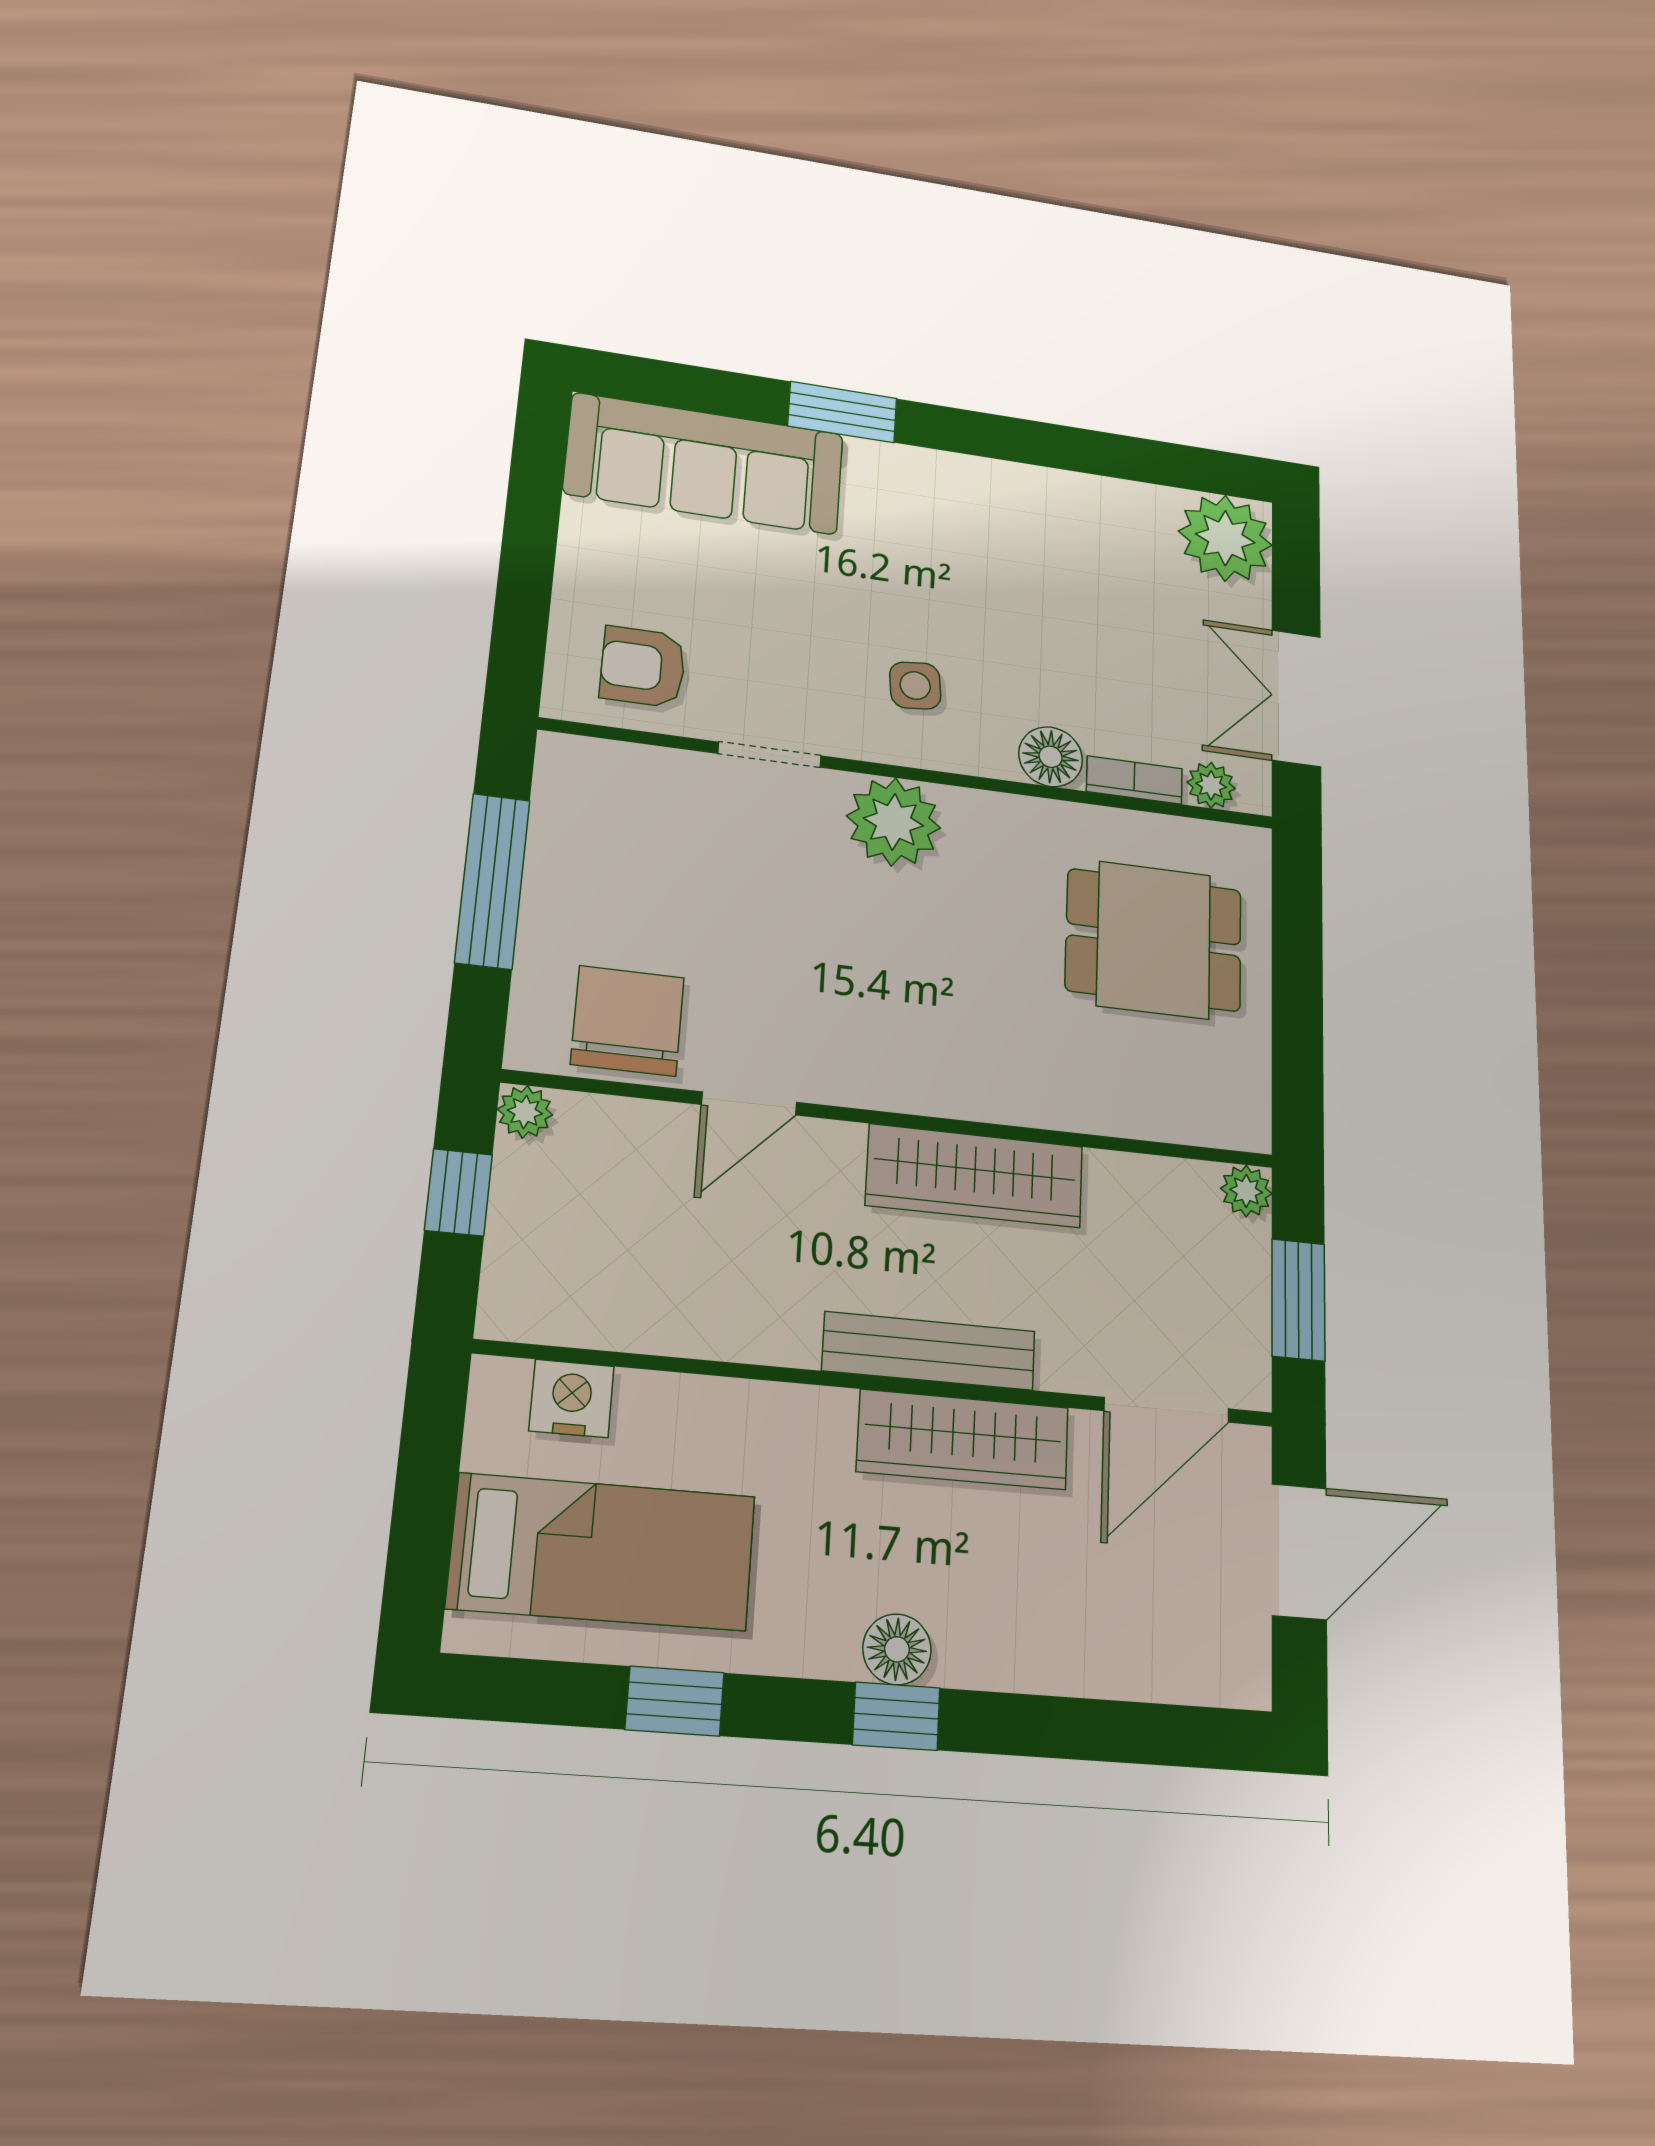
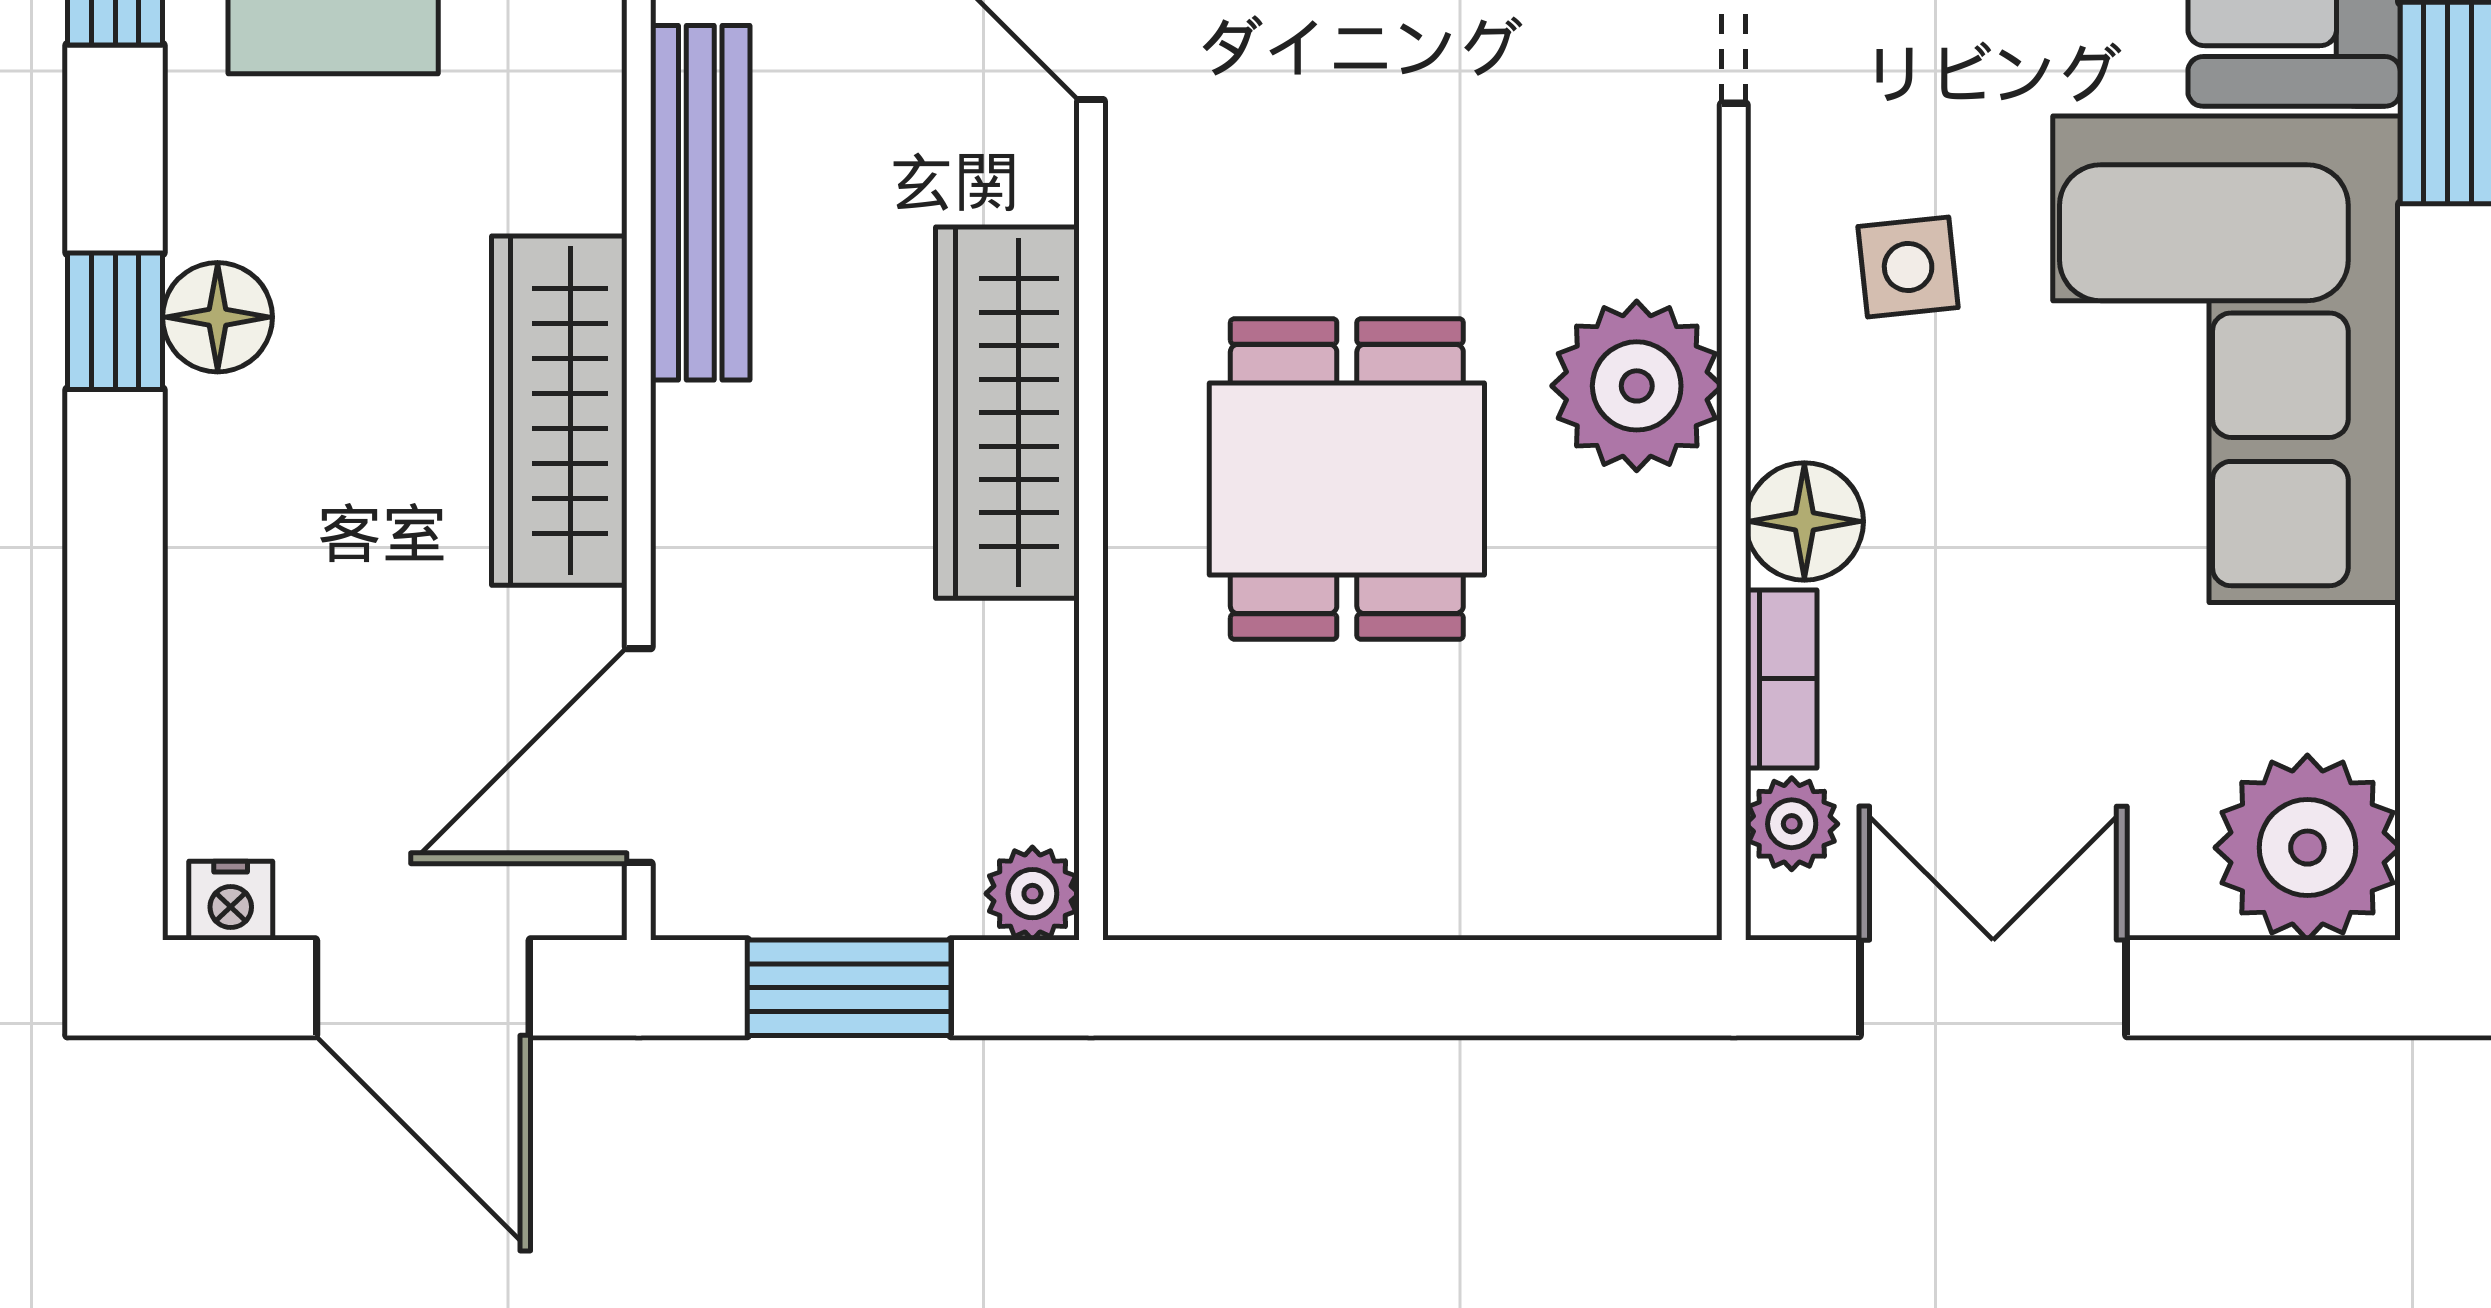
corner sofa: (972, 537) -> (2226, 359), added
plant: (894, 822) -> (1637, 386), moved
dining table: (1154, 940) -> (1347, 479), moved
bench: (929, 1351) -> (700, 203), moved
door: (1166, 1410) -> (639, 756), hinge flipped
nightstand: (1249, 1667) -> (231, 901), added

